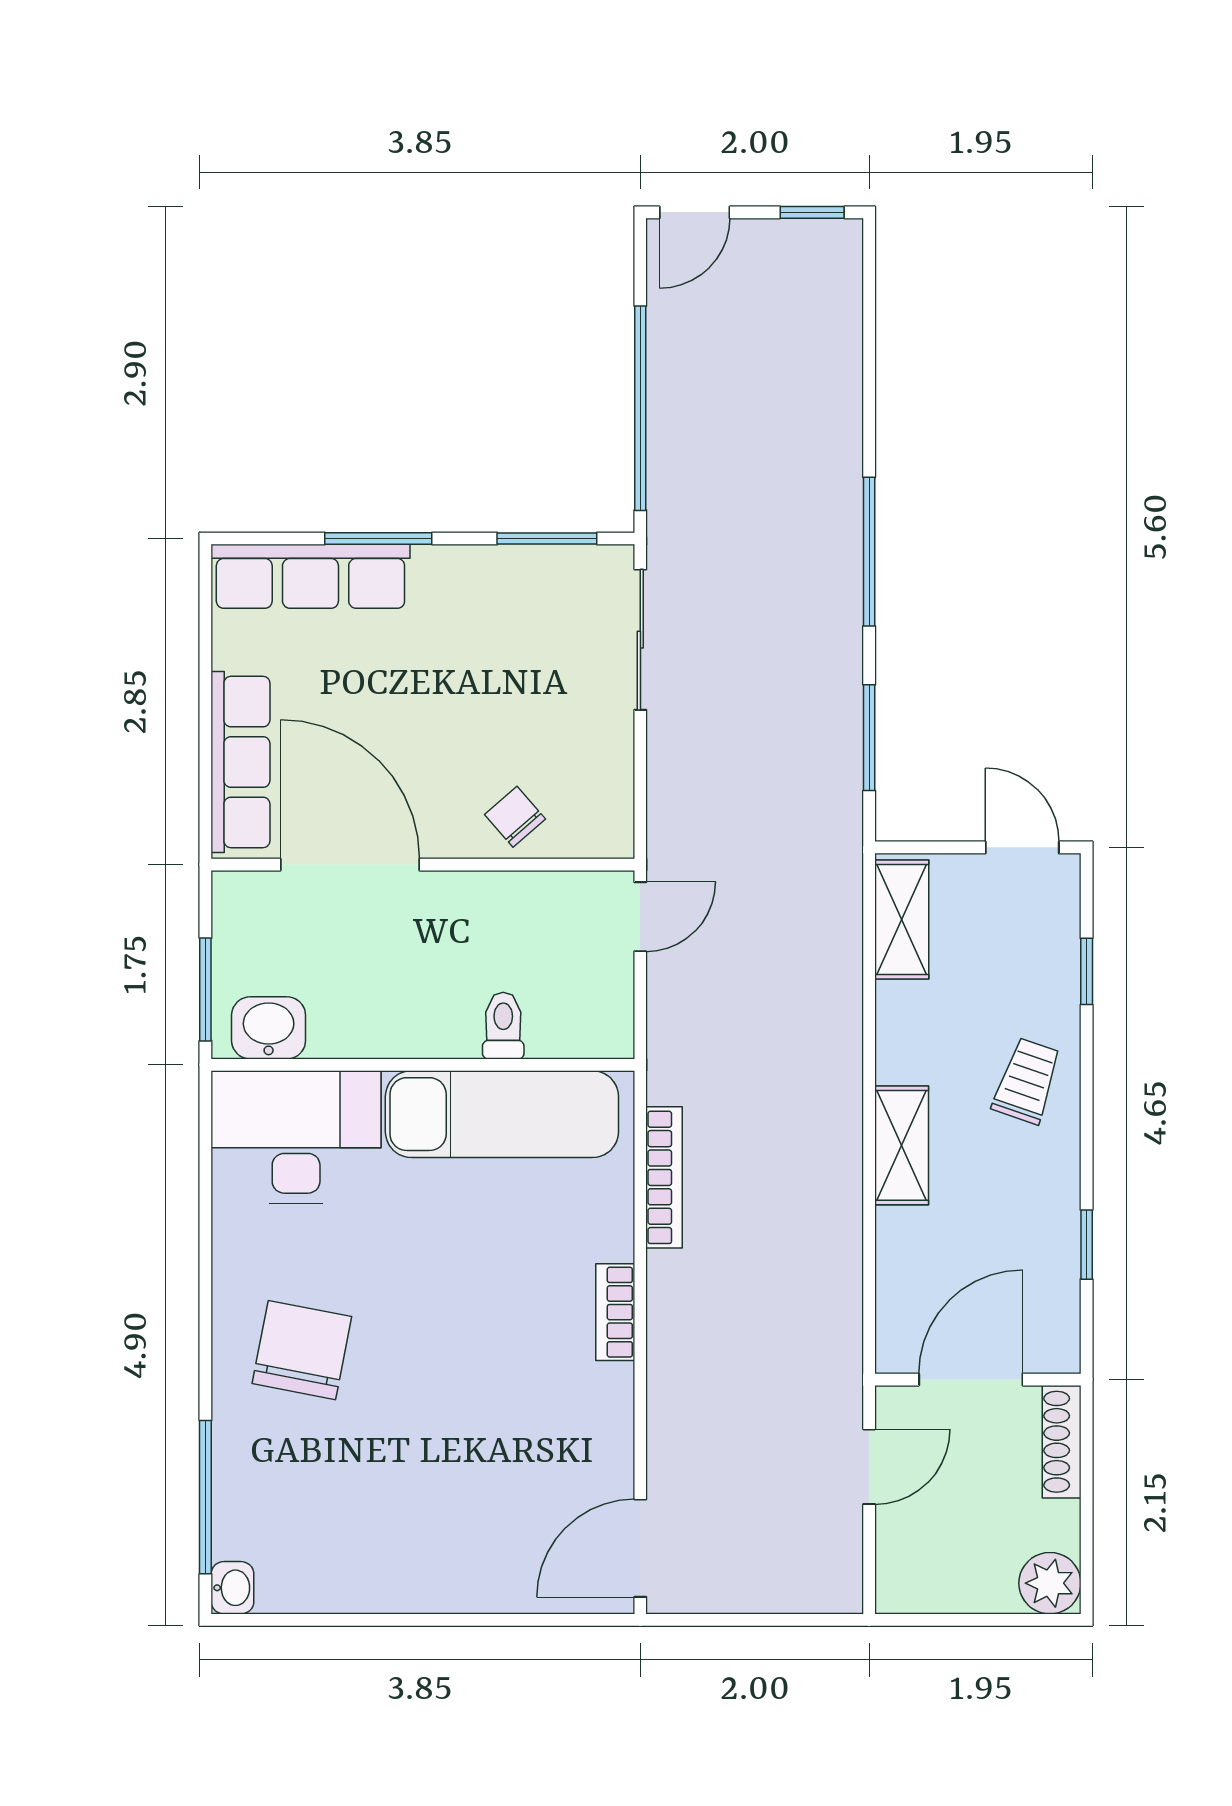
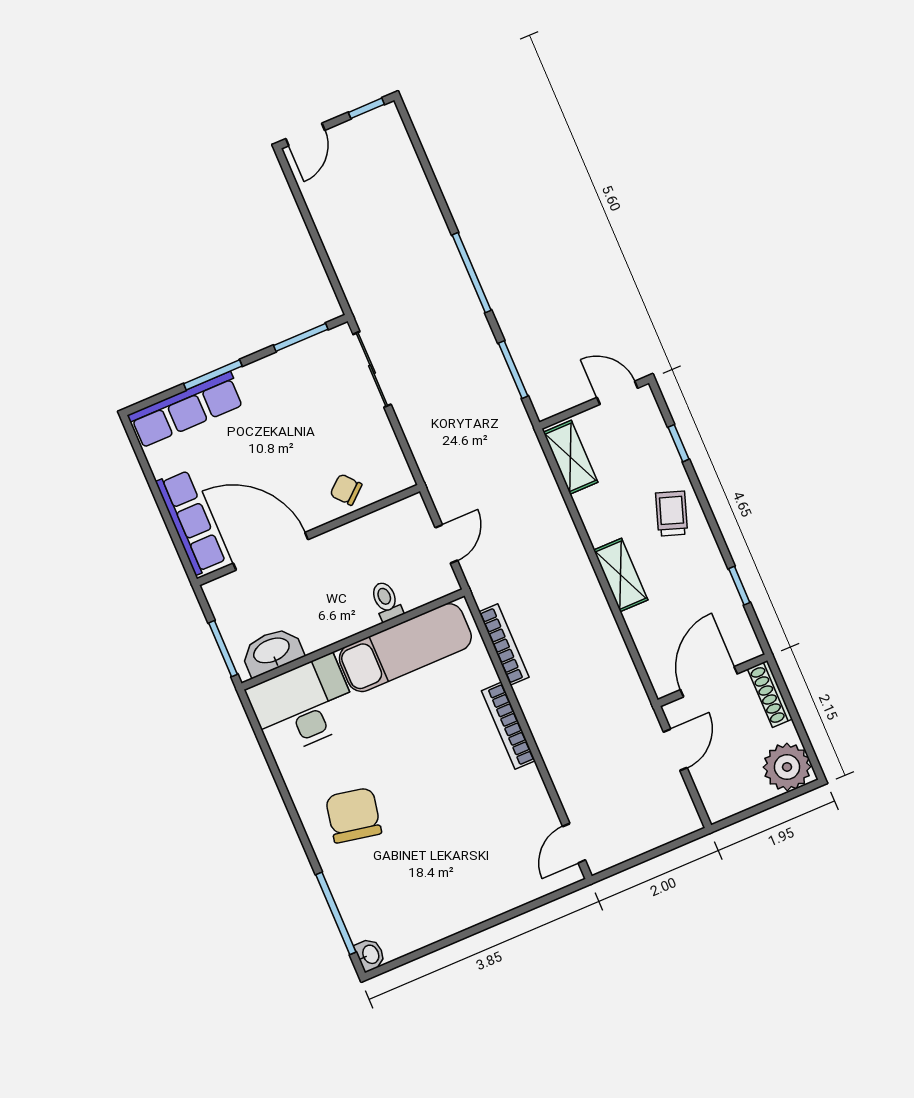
window: (640, 408) -> (320, 249), removed
door: (640, 917) -> (446, 544), moved
washbasin: (269, 1028) -> (272, 651), width x1.38
bookcase: (615, 1312) -> (508, 726), width x1.56
door: (640, 1548) -> (574, 843), width x0.73
plant: (1050, 1583) -> (787, 767), width x1.36, depth x1.36

